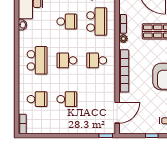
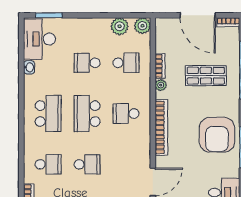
school desk: (67, 22) -> (87, 63), turned 180
school desk: (97, 22) -> (126, 63), width x0.54
school desk: (67, 60) -> (87, 114), width x1.85

